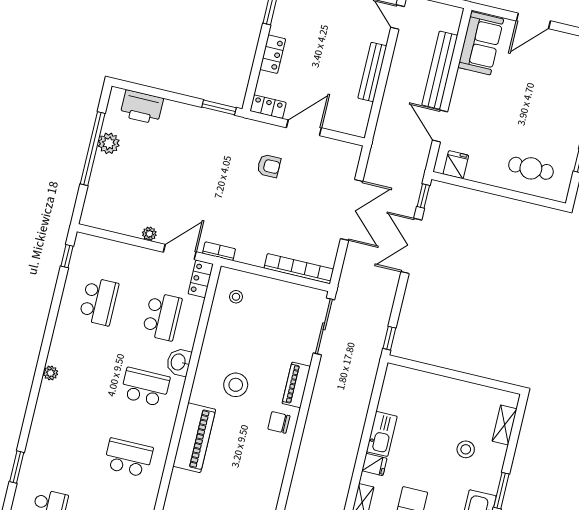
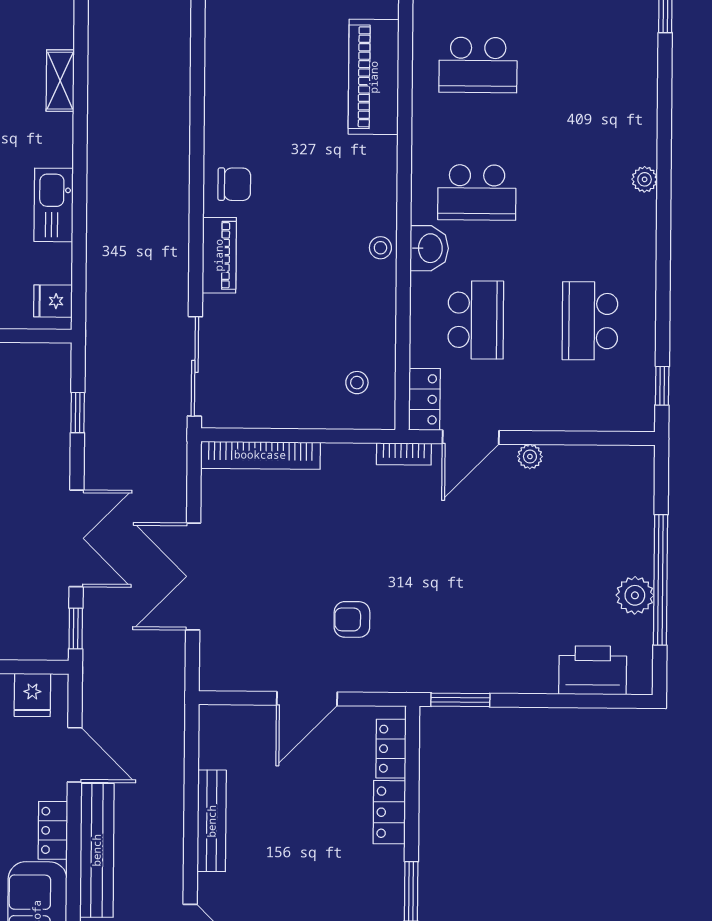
locker: (462, 87) -> (53, 830), added
locker: (268, 107) -> (391, 749), moved, turned 90
school desk: (162, 316) -> (476, 320), turned 180
window: (389, 338) -> (78, 413), moved
stool: (236, 385) -> (380, 248), moved, width x0.53, depth x0.53
piano: (194, 438) -> (374, 77), moved
fridge: (374, 465) -> (53, 301), moved

